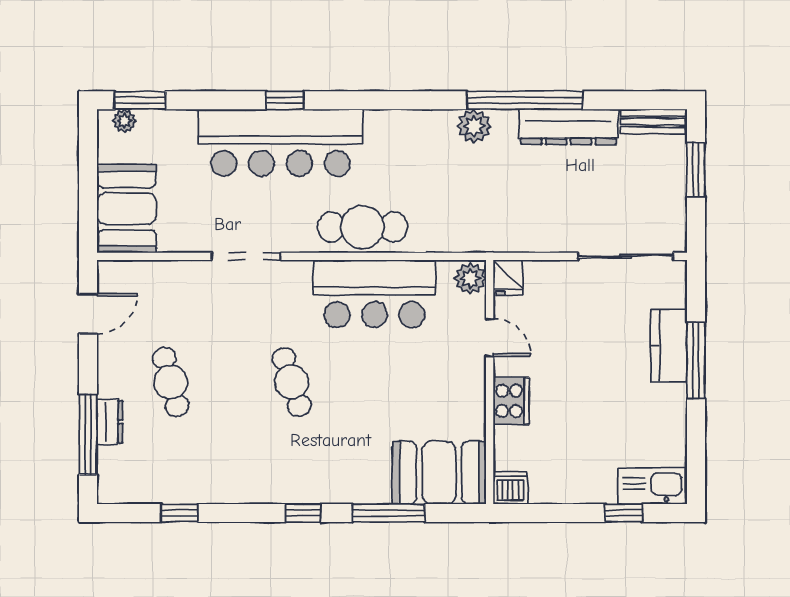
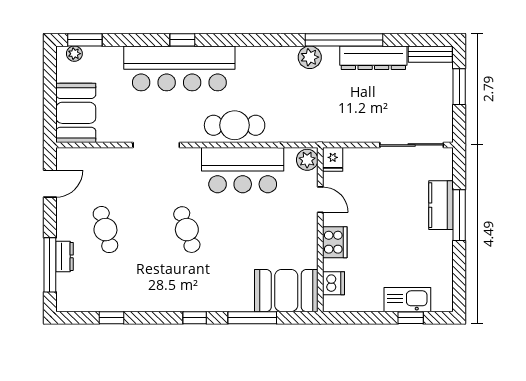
kitchen sink: (653, 486) -> (407, 300), moved
dishwasher: (510, 488) -> (333, 283), moved, turned 90

